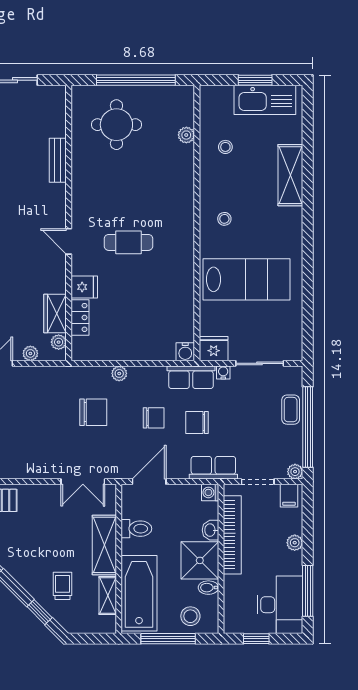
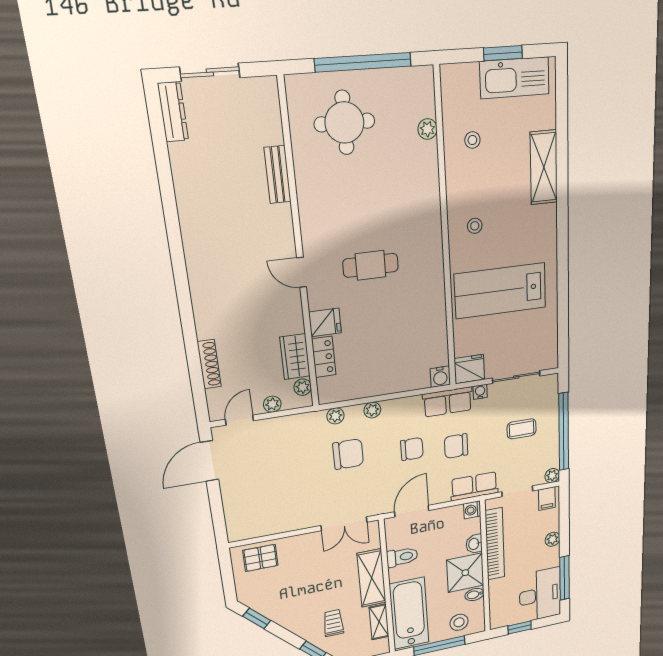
lab bench: (246, 279) -> (500, 291), turned 180
plant: (85, 374) -> (335, 416), added
coffee table: (291, 410) -> (522, 429), moved, turned 90

